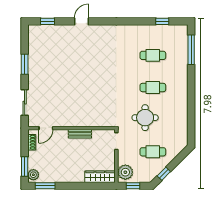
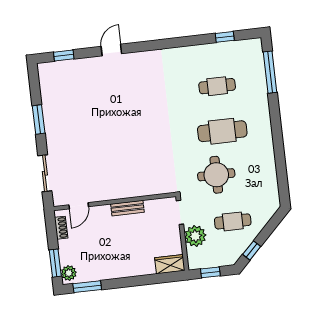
cafe table: (153, 88) -> (222, 131), width x1.37, depth x1.35
plant: (125, 172) -> (195, 236), moved
wardrobe: (100, 177) -> (170, 264), width x0.67

